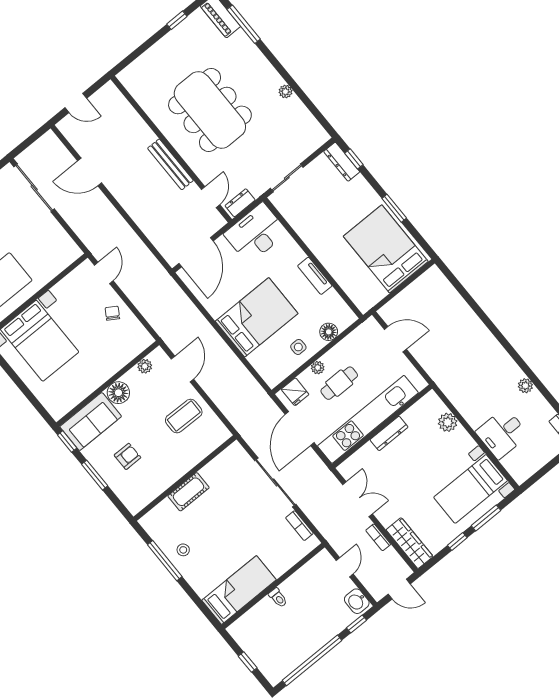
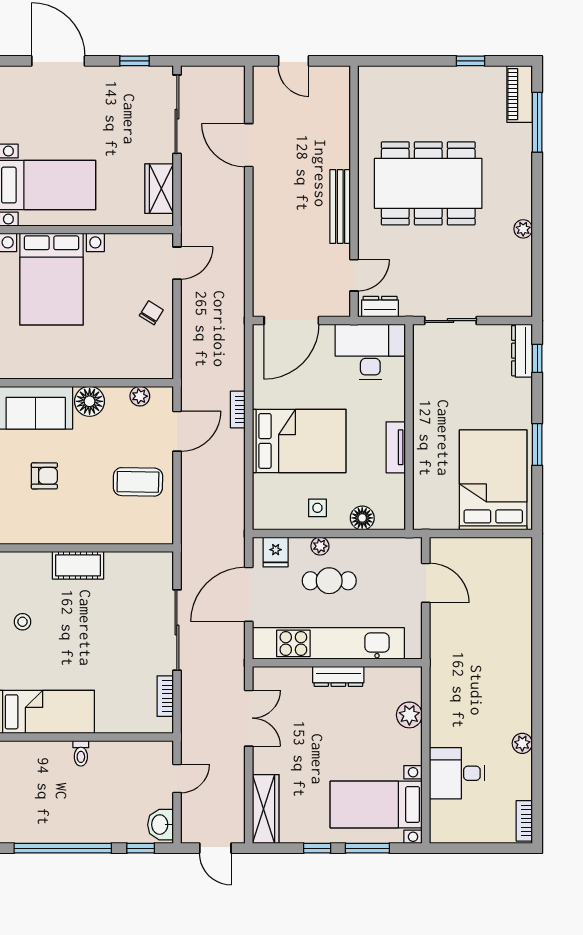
dining table: (210, 110) -> (428, 183), turned 90
wardrobe: (59, 239) -> (159, 189), added
bookcase: (378, 537) -> (238, 409), moved

